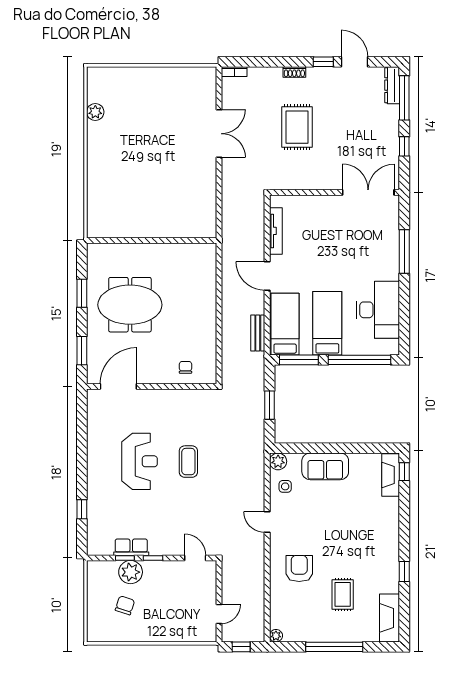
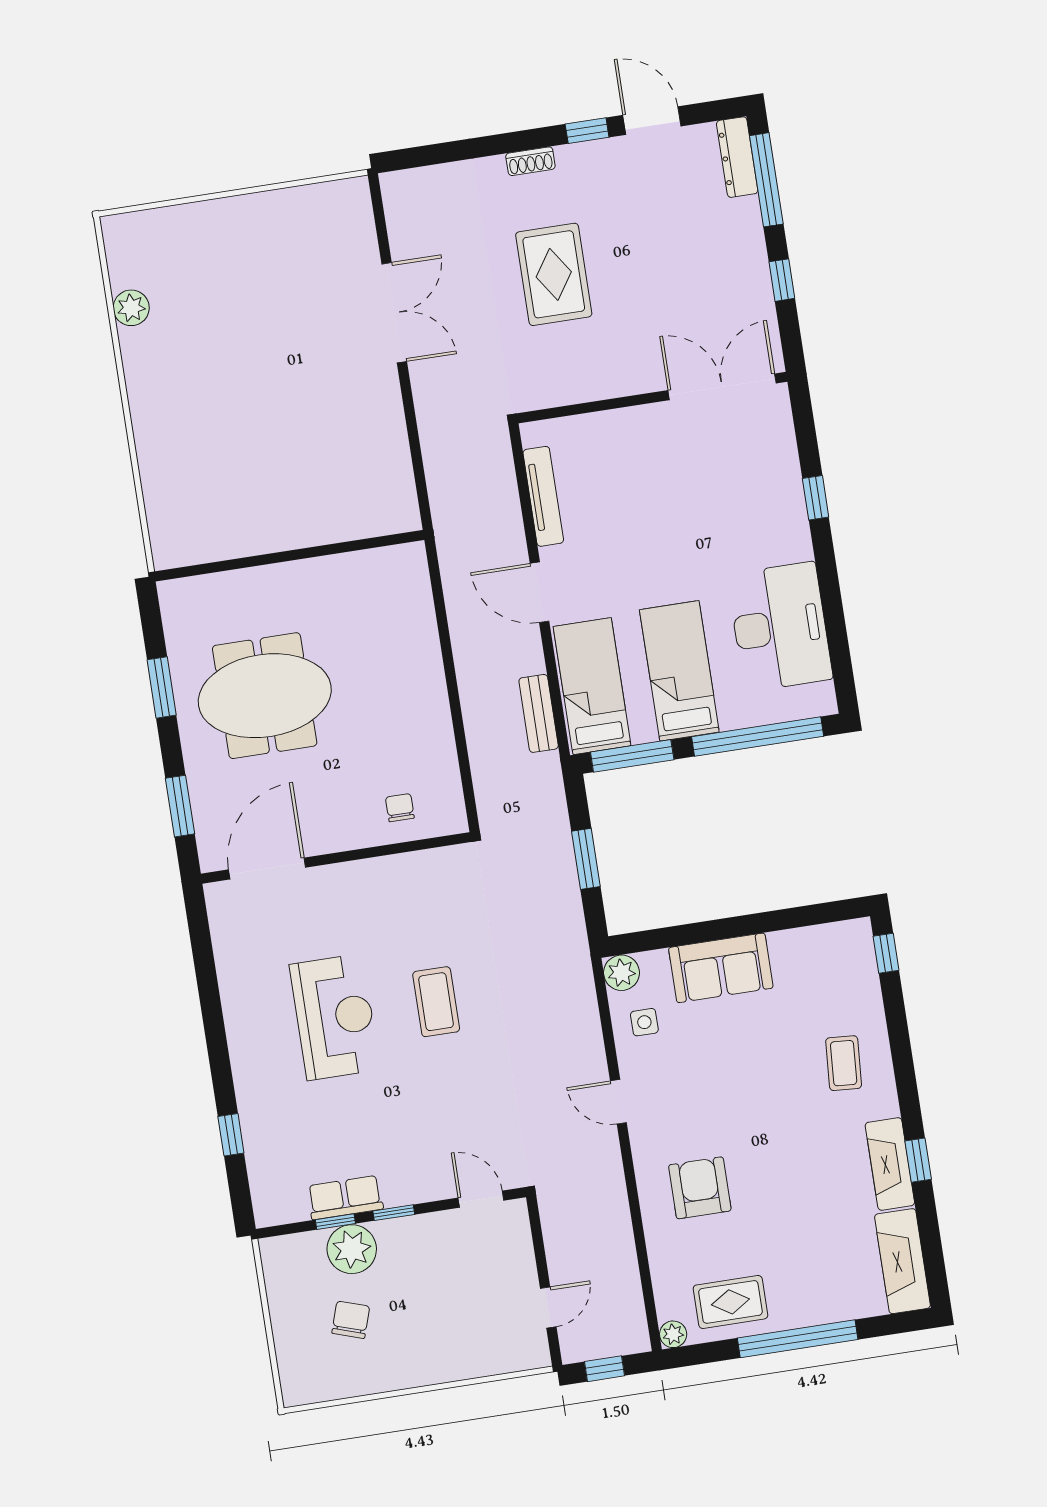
bookcase: (234, 72) -> (406, 179), removed
window: (404, 252) -> (816, 498), width x0.46
fireplace: (391, 475) -> (890, 1164), moved
coffee table: (376, 520) -> (844, 1063), added
rug: (343, 594) -> (730, 1302), moved, turned 90

